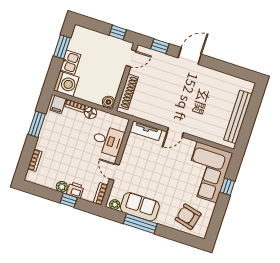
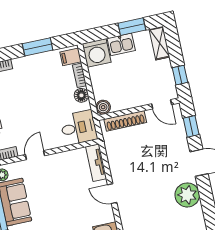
shelving: (86, 34) -> (160, 43), added
plant: (208, 78) -> (187, 195), added
desk: (108, 141) -> (79, 128), moved, turned -90

